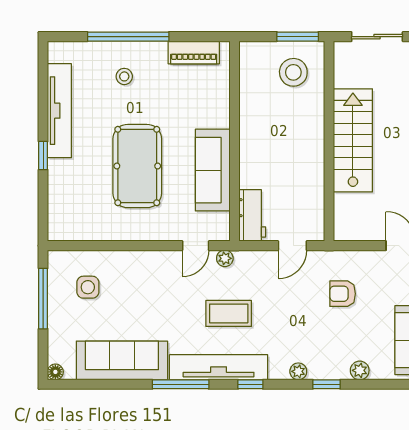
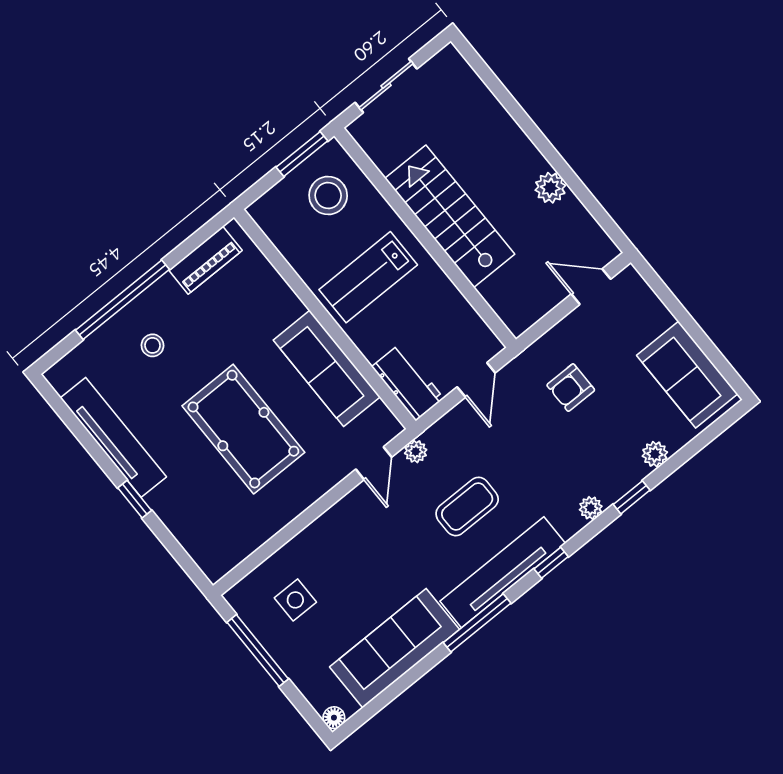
lab bench: (278, 137) -> (368, 277), added

